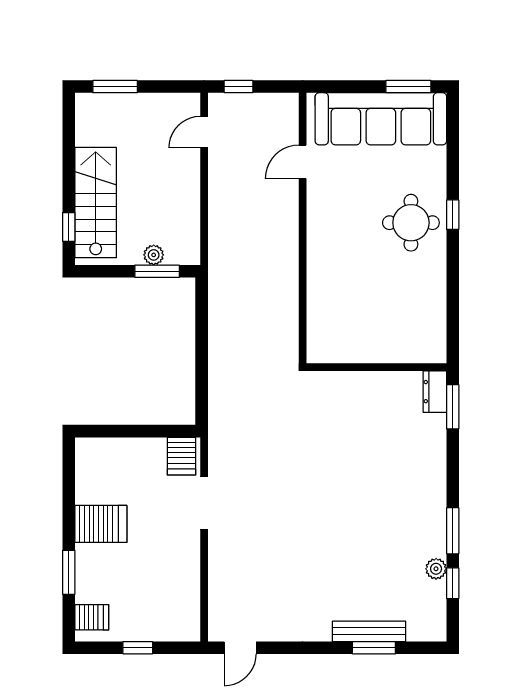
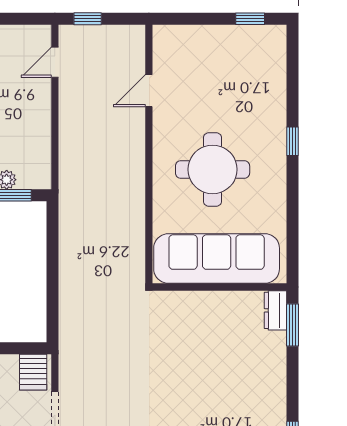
window: (408, 87) -> (250, 19), width x0.67
sofa: (381, 119) -> (217, 259), moved, turned 180
round table: (411, 223) -> (213, 169), moved, width x1.36, depth x1.36

